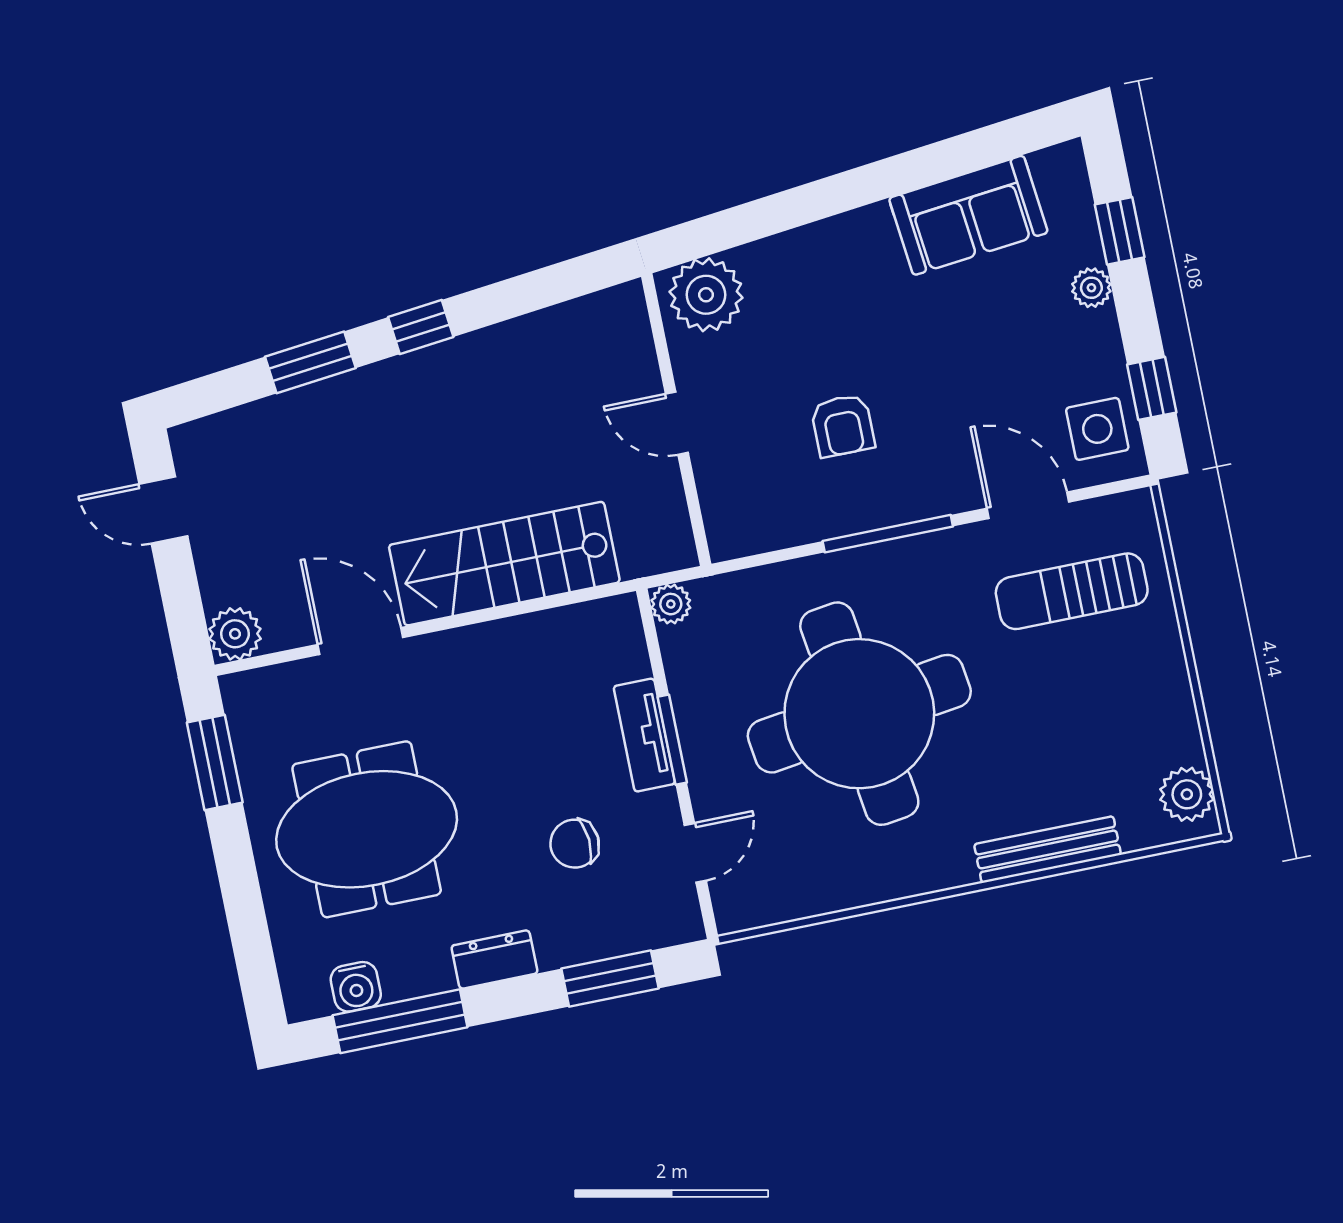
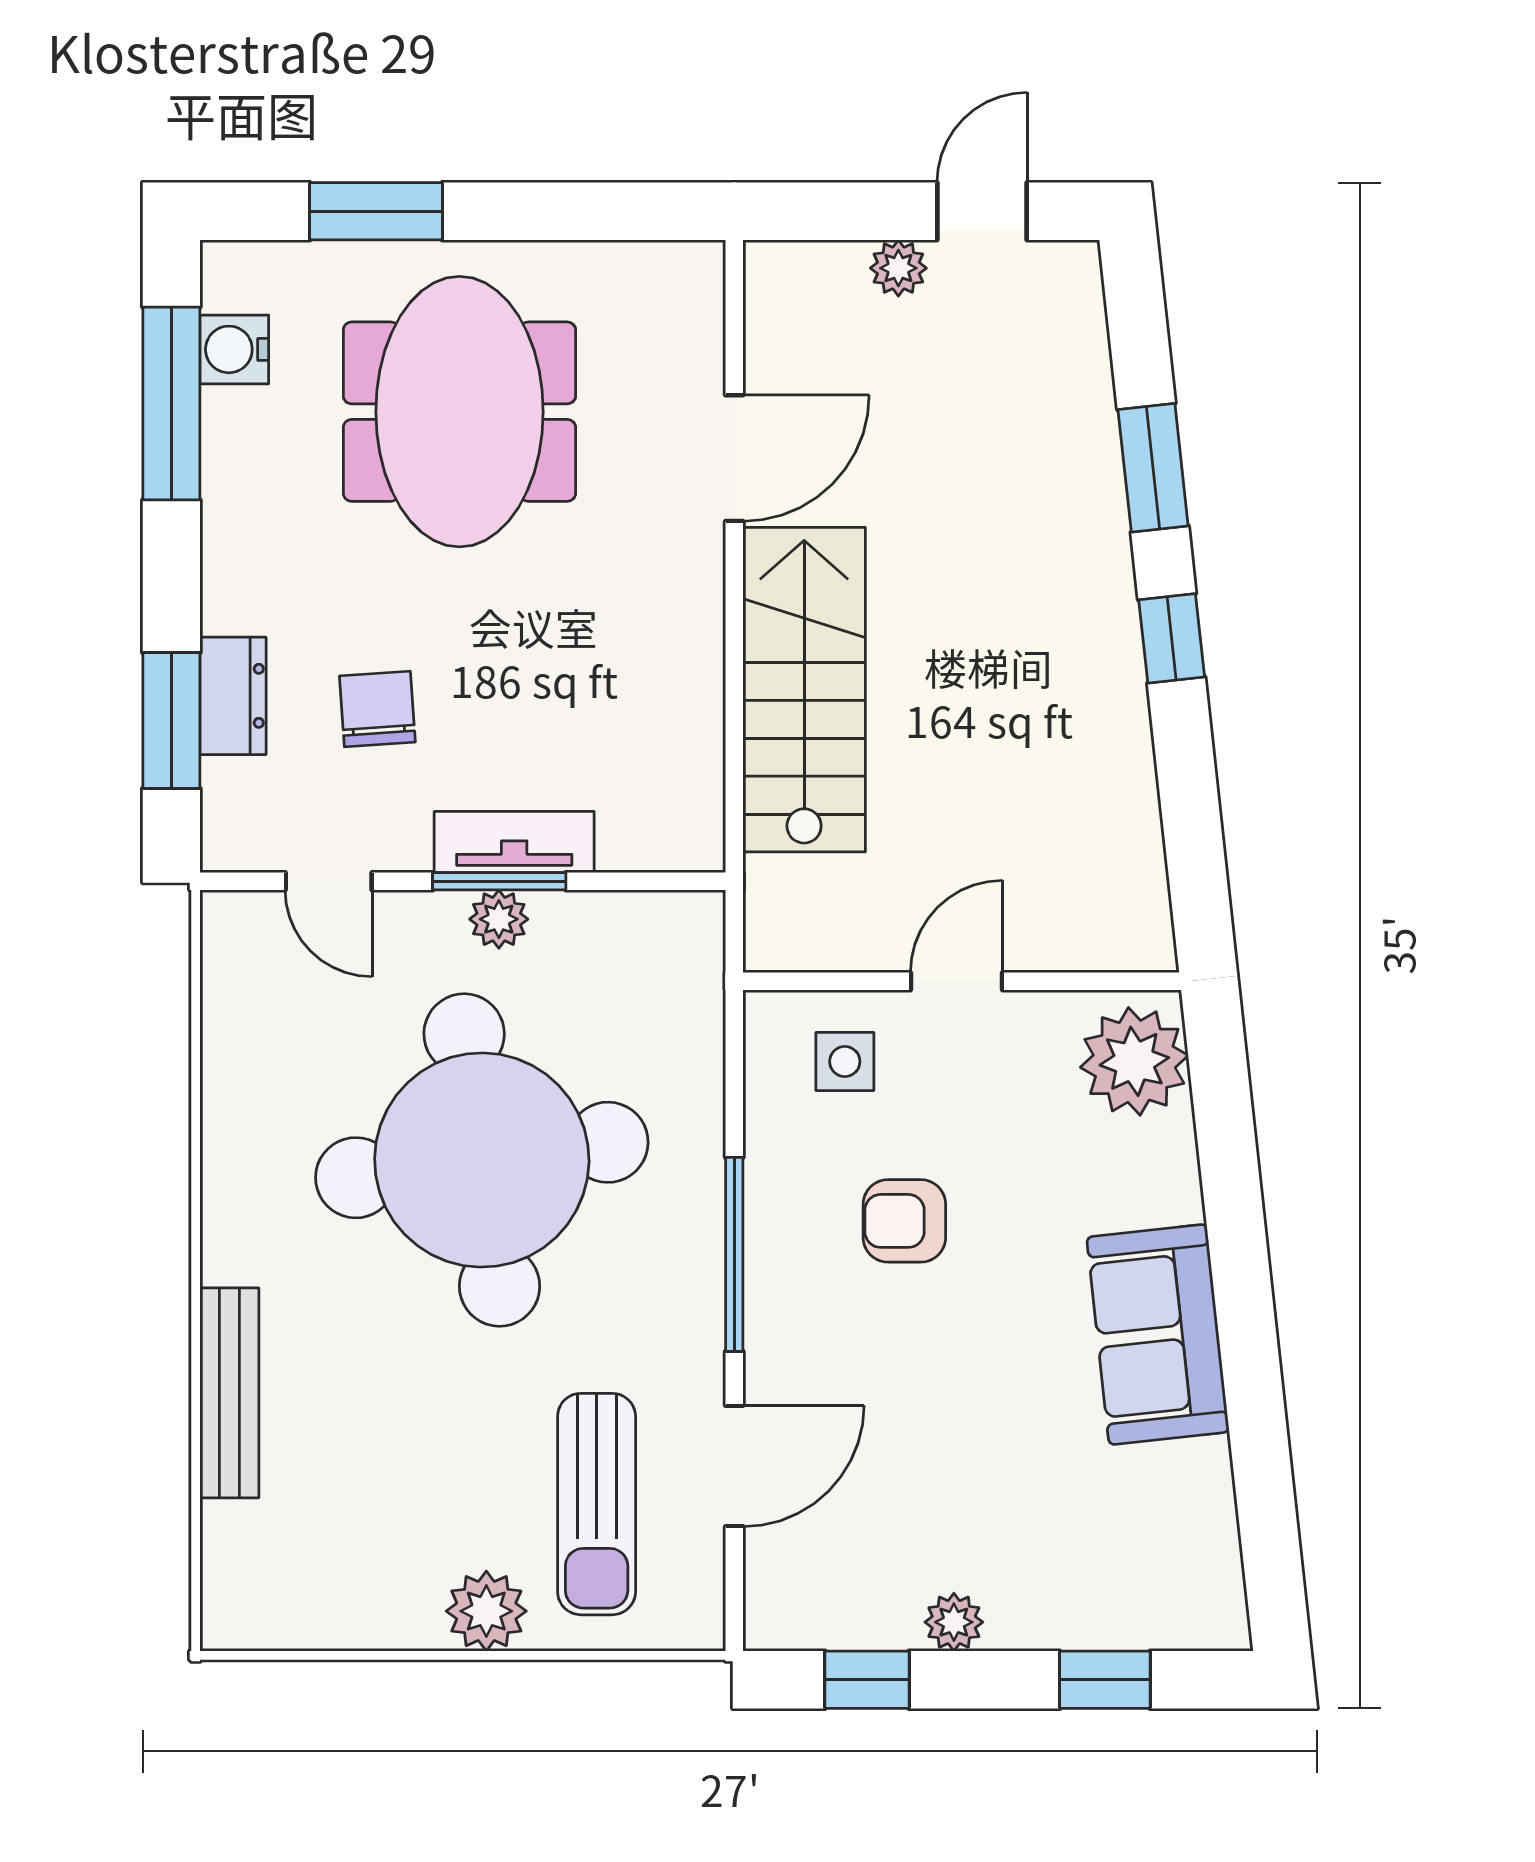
sofa: (968, 215) -> (1158, 1334), moved
plant: (1091, 288) -> (954, 1622), moved
side table: (1097, 429) -> (845, 1062), moved, width x0.73, depth x0.73
sun lounger: (1072, 591) -> (597, 1504), turned 180
plant: (671, 604) -> (499, 919), moved
plant: (235, 634) -> (898, 268), moved, width x0.73, depth x0.73
window: (215, 762) -> (376, 211), moved
plant: (1187, 794) -> (486, 1611), moved
dresser: (494, 960) -> (233, 696), moved

